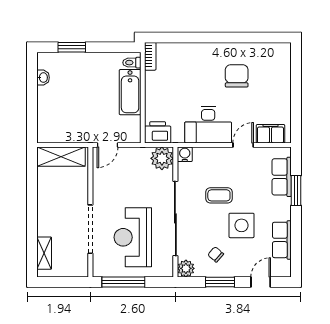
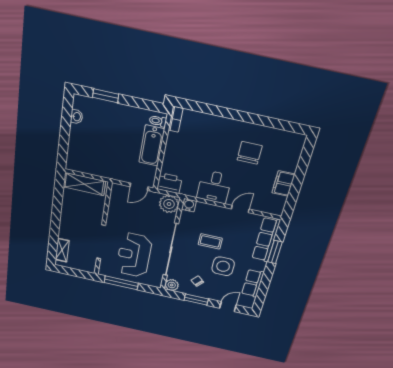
desk: (208, 125) -> (214, 187), width x0.73
filing cabinet: (270, 134) -> (283, 183), moved, turned -90
door: (108, 145) -> (139, 187), moved
row of seats: (282, 177) -> (266, 240), width x1.48

